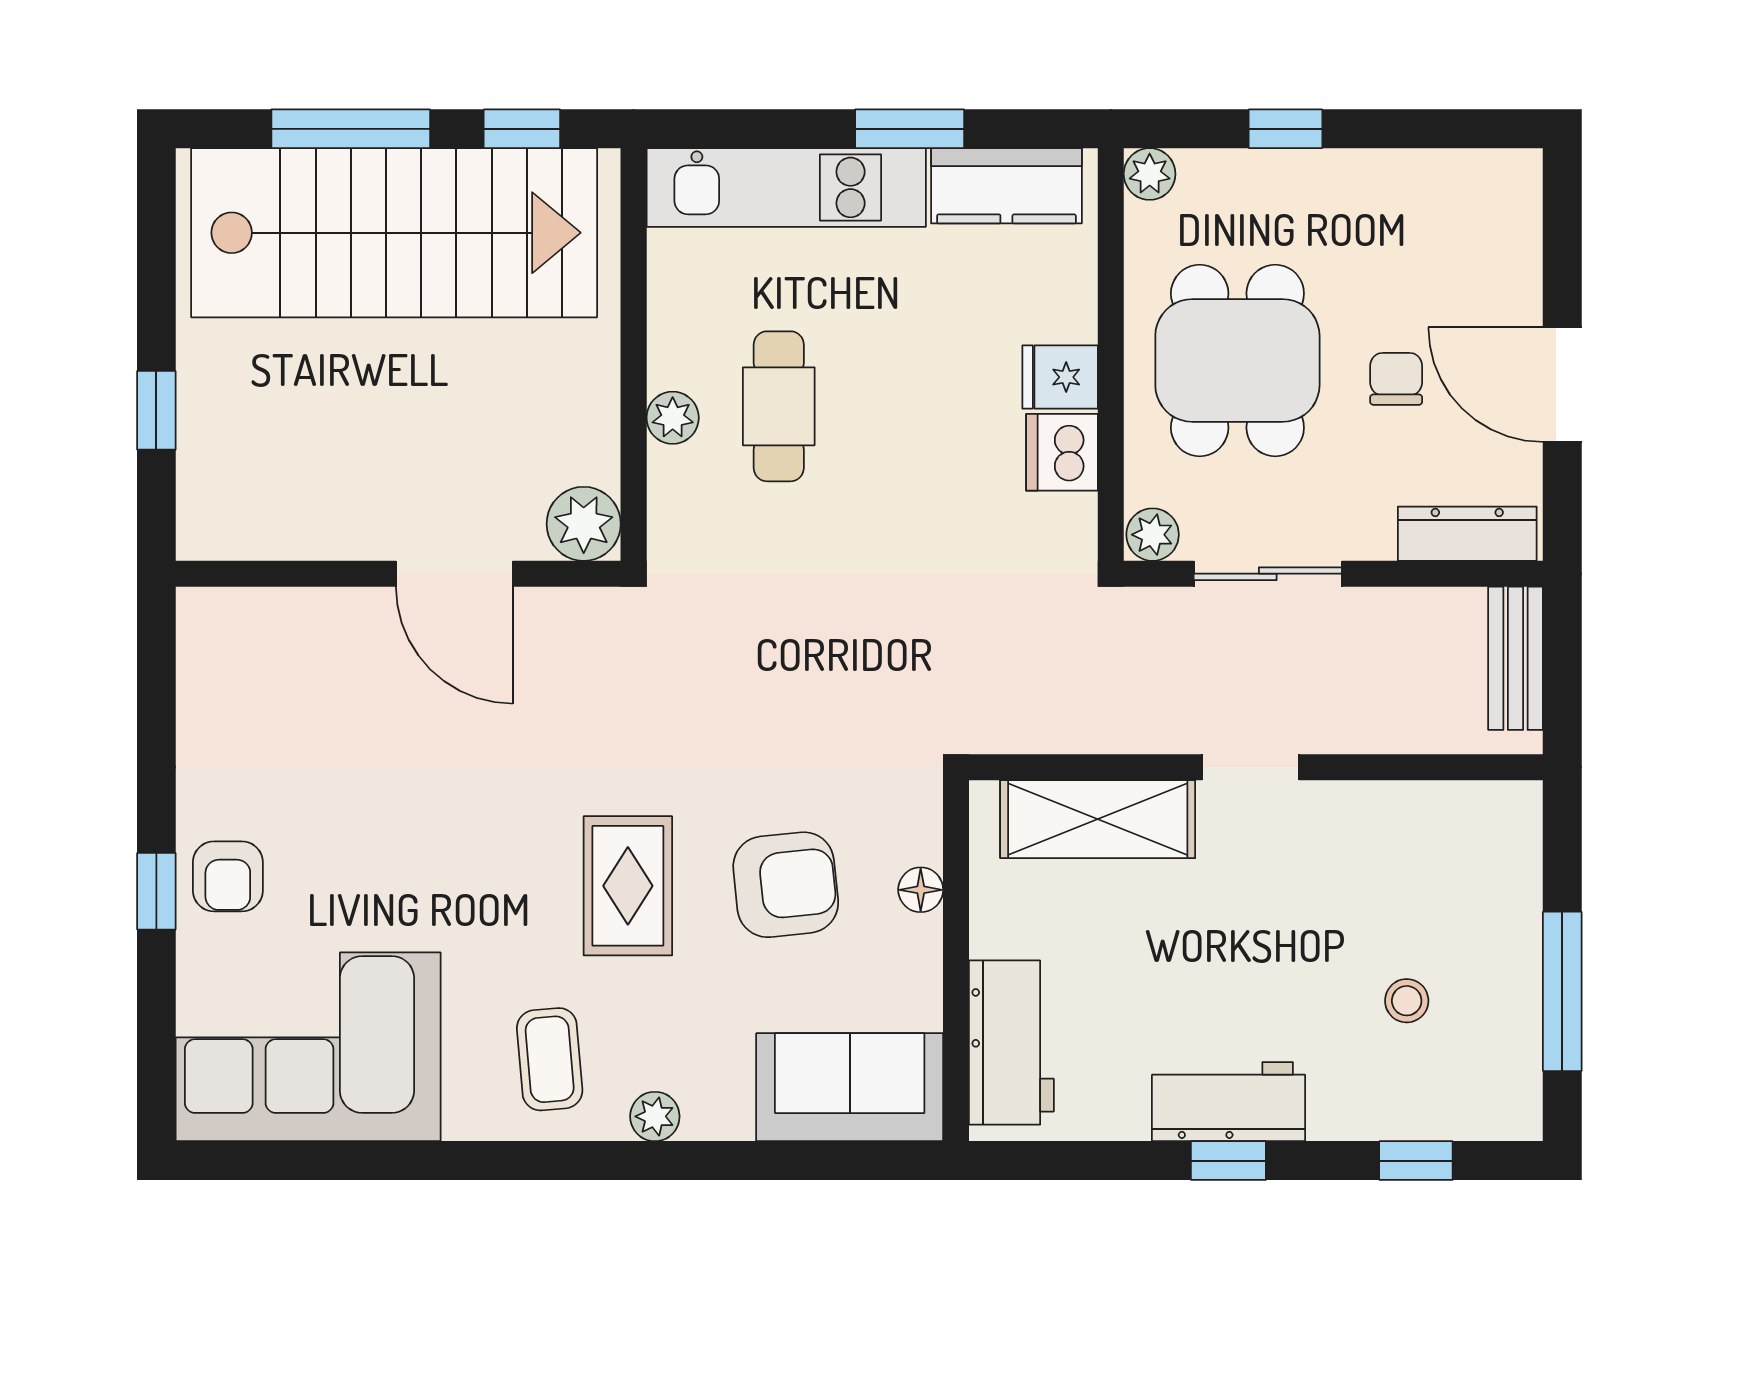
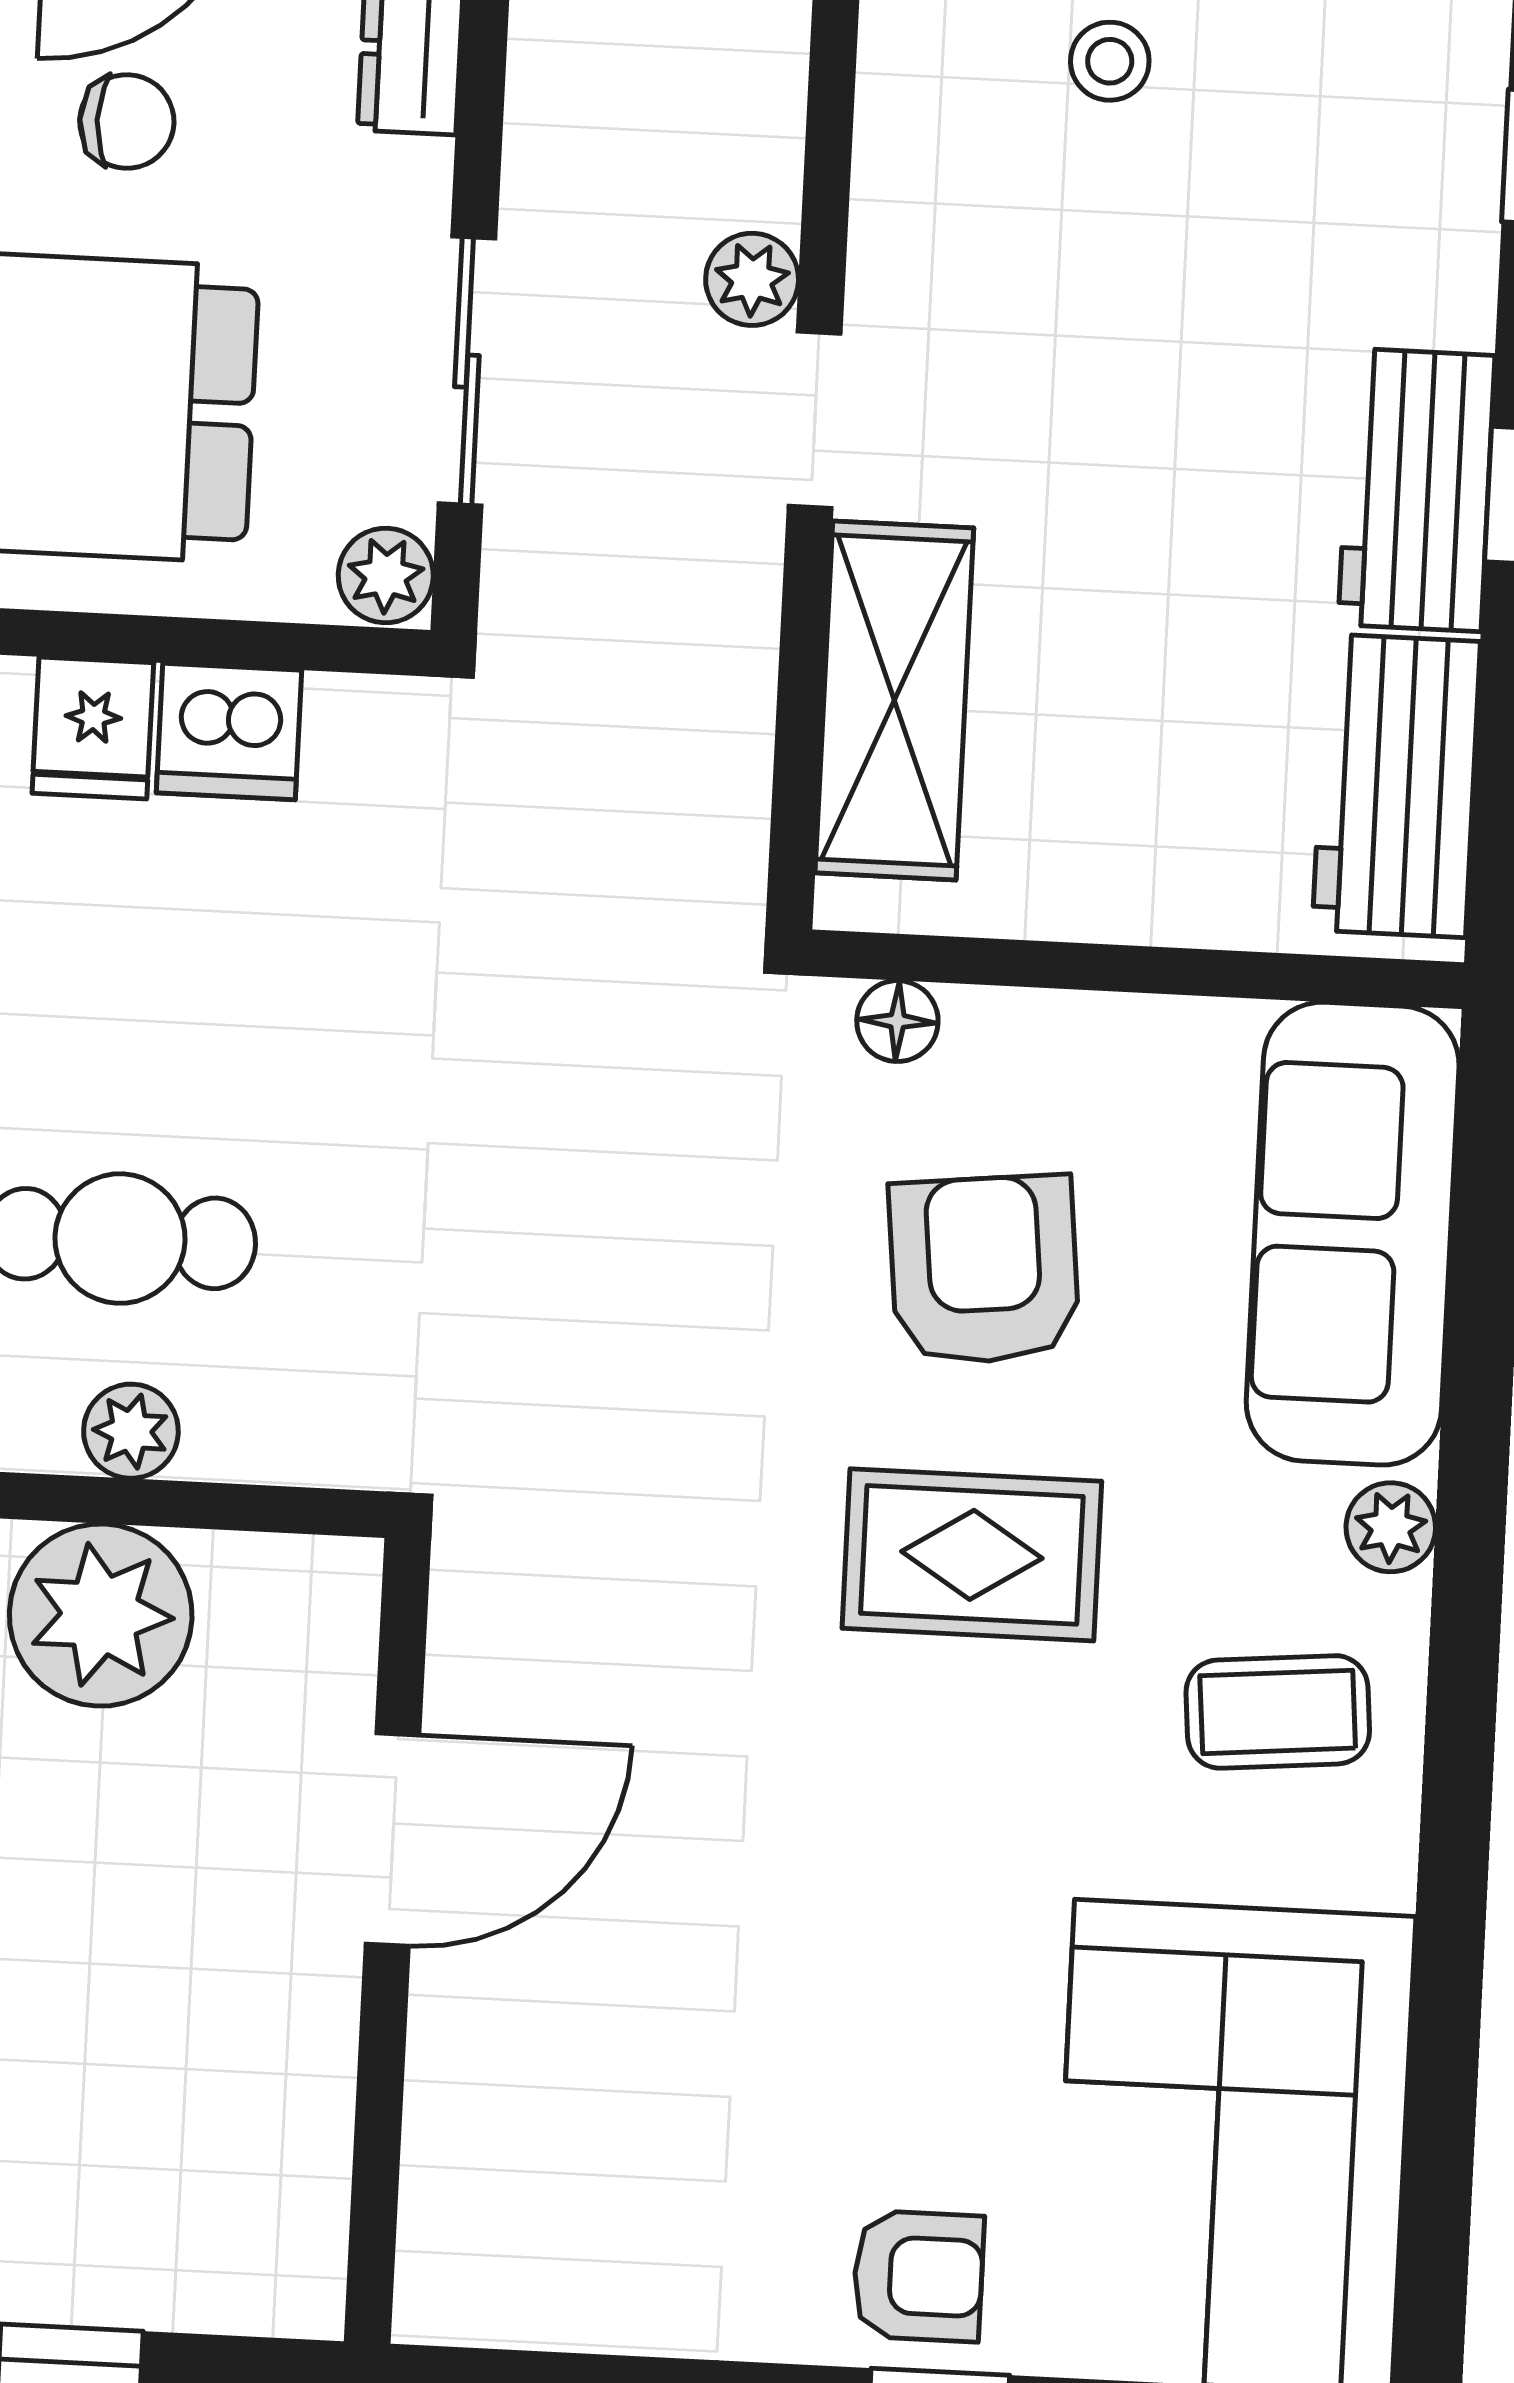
chair: (1396, 379) -> (127, 121), turned 180
plant: (584, 524) -> (101, 1615), moved, width x1.36, depth x1.36
plant: (1326, 729) -> (752, 279), added
floor lamp: (921, 890) -> (897, 1021), moved
stool: (1407, 1001) -> (1110, 61), moved
workbench: (1011, 1043) -> (1396, 786), moved, turned -90
sofa: (850, 1087) -> (1353, 1234), width x1.36

